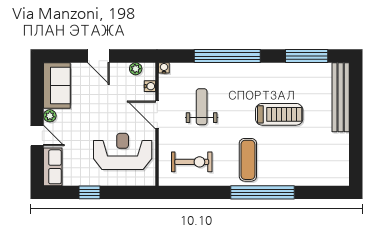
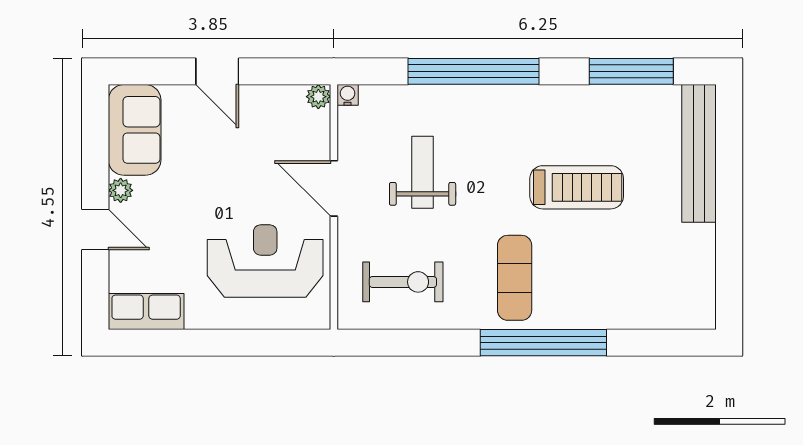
plant: (136, 69) -> (318, 97), moved
water cooler: (150, 86) -> (320, 131), removed
row of seats: (53, 167) -> (146, 311), moved, turned -90
window: (89, 192) -> (199, 343), removed

